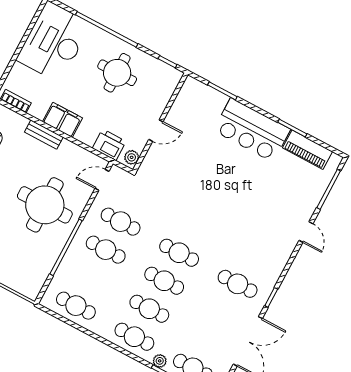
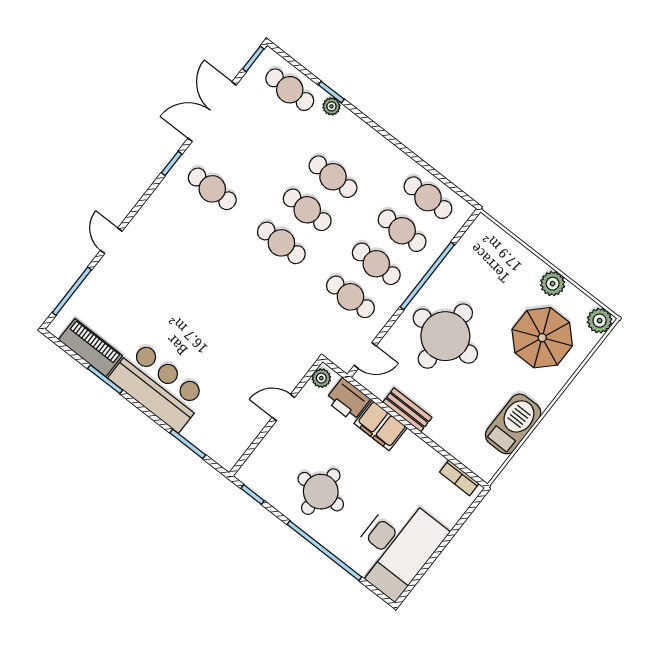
filing cabinet: (62, 120) -> (381, 425), moved
bench: (44, 135) -> (407, 410), moved
cafe table: (134, 337) -> (402, 231), moved

